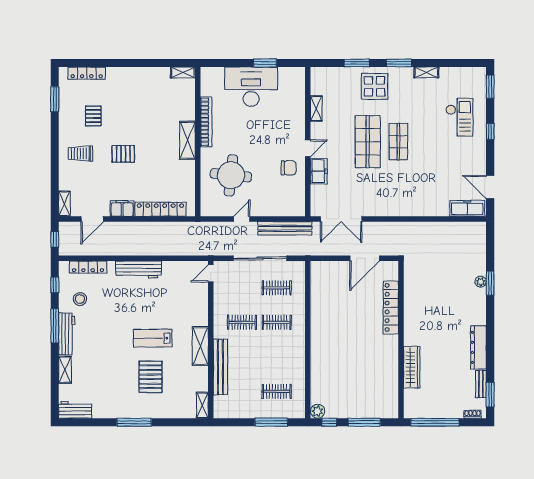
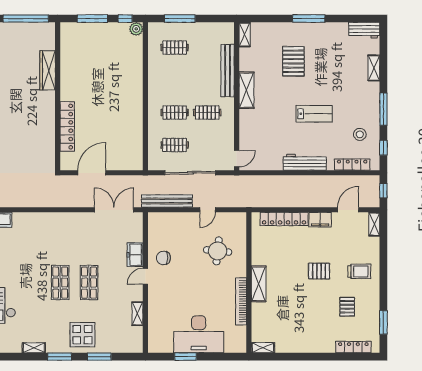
shop shelf: (368, 142) -> (89, 283), width x0.70, depth x0.74
round table: (231, 175) -> (218, 251), width x0.73, depth x0.73
workbench: (67, 334) -> (372, 102), removed
lab bench: (153, 338) -> (314, 114), moved

